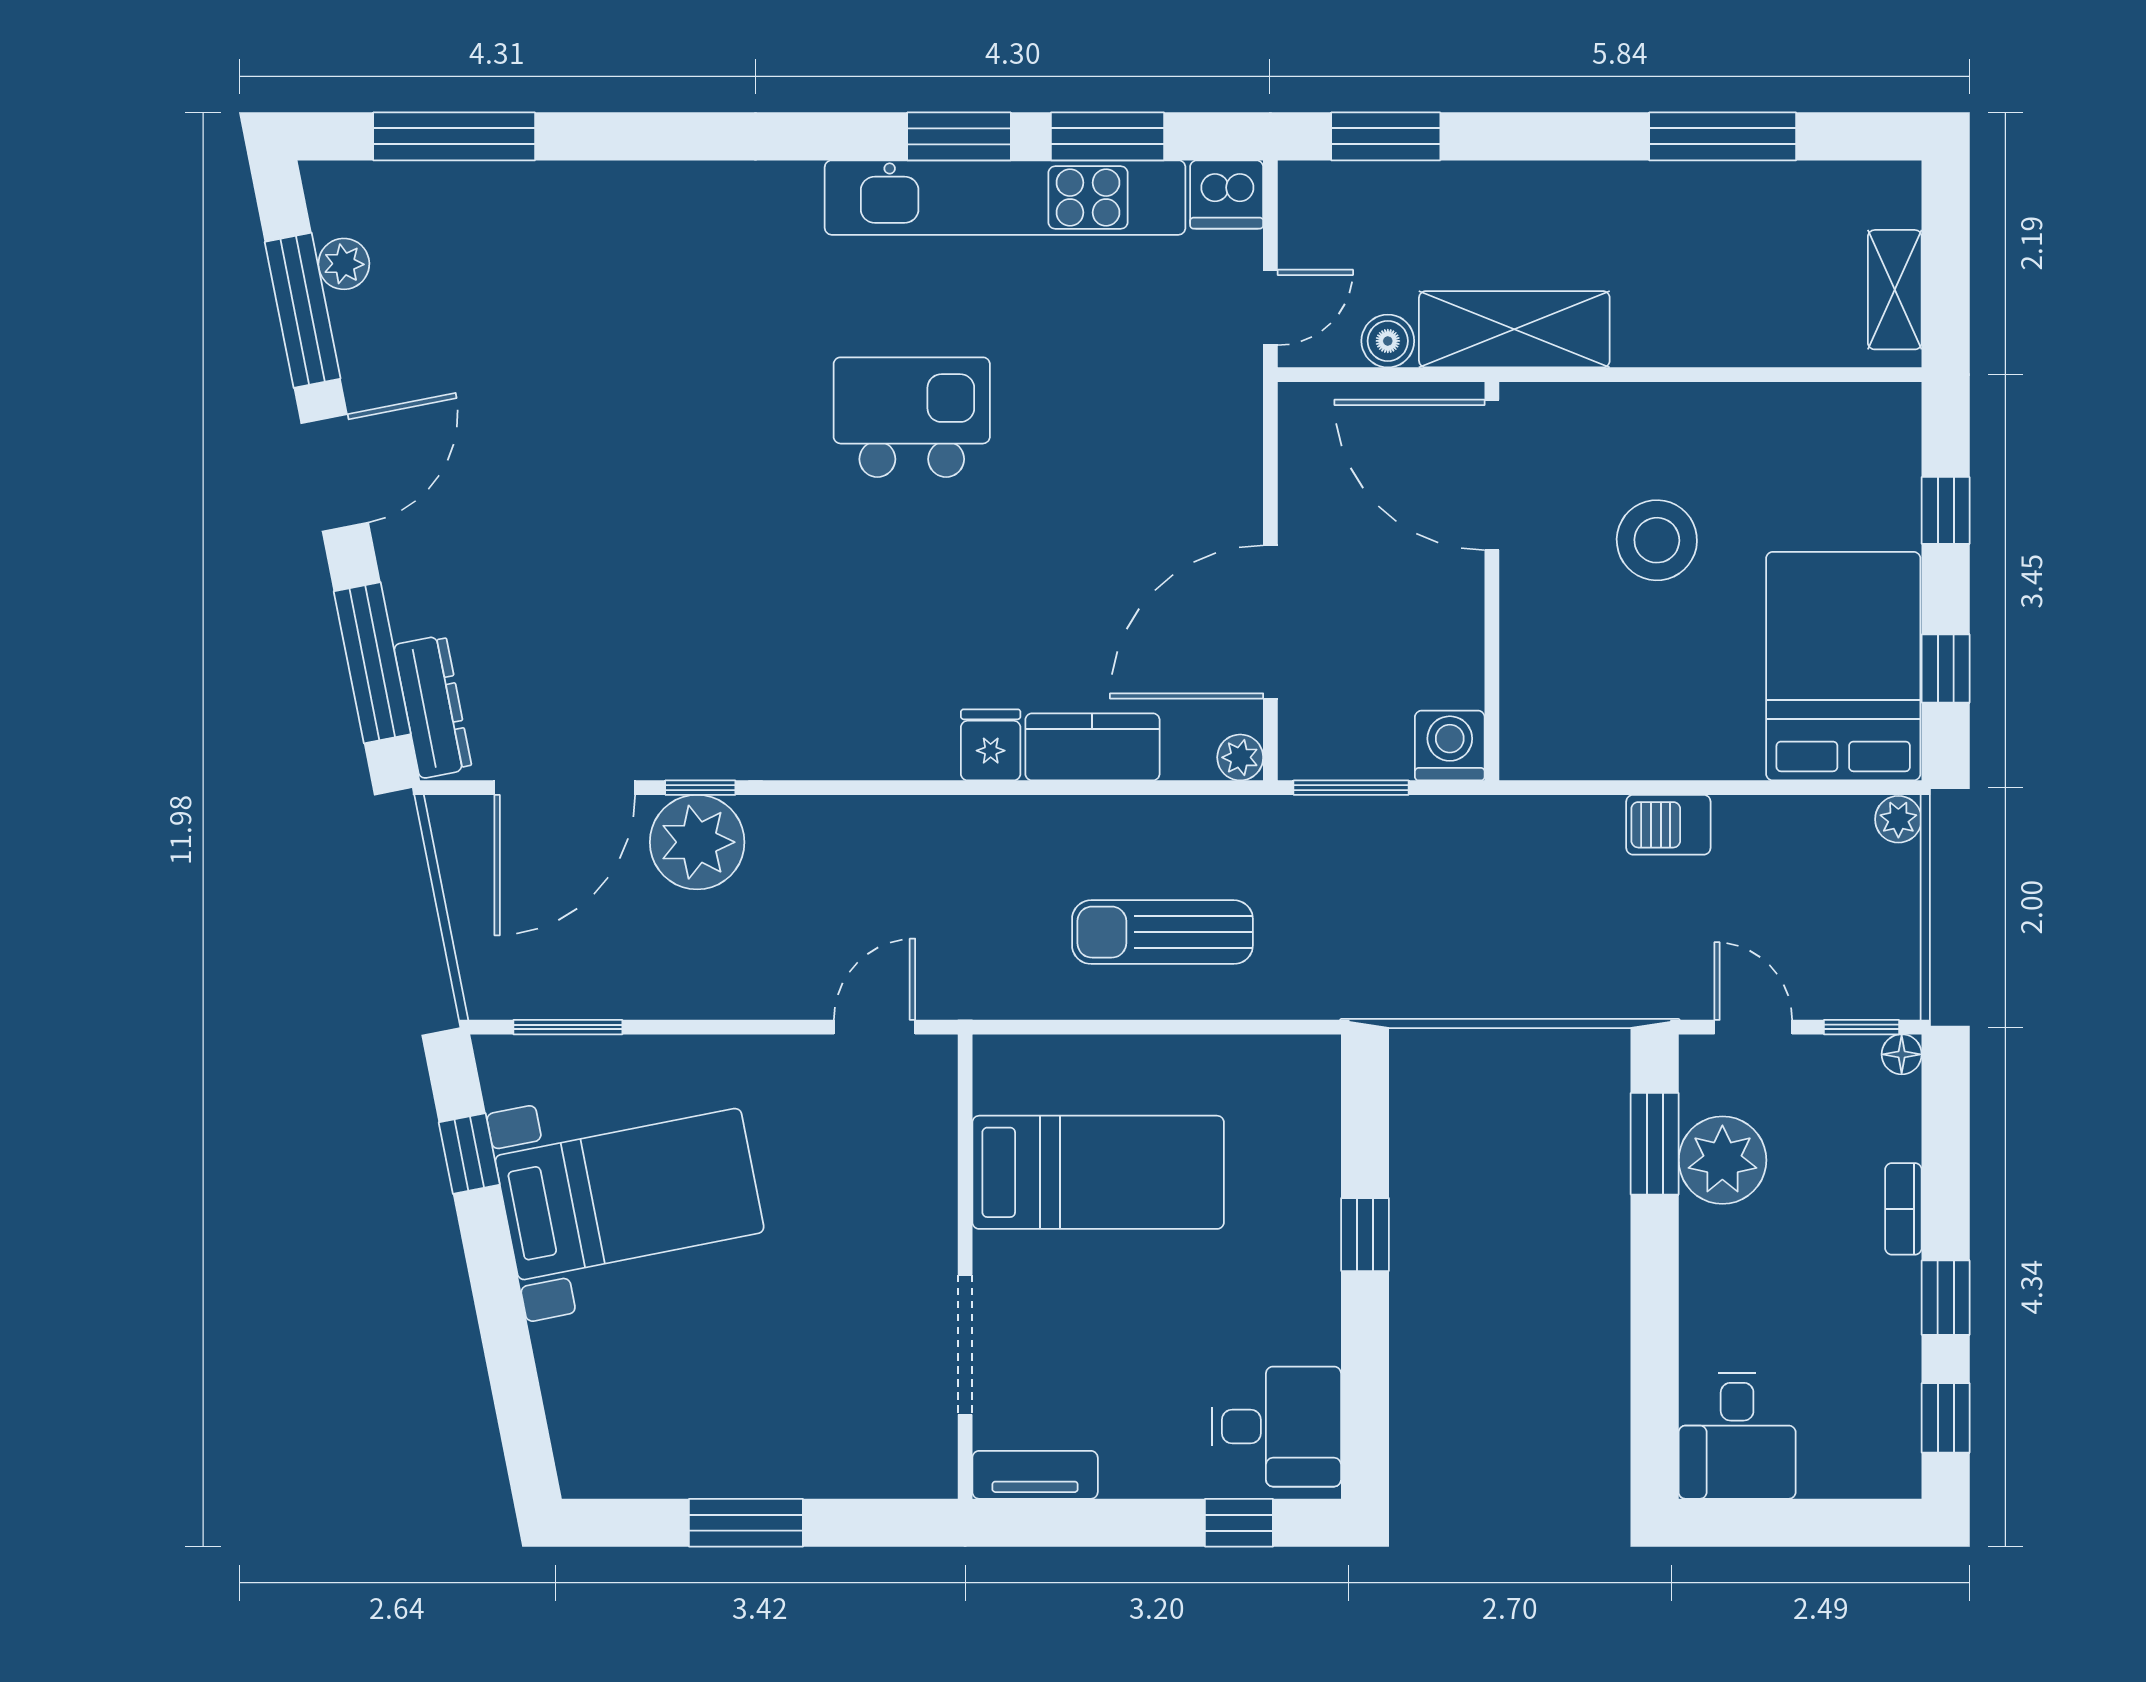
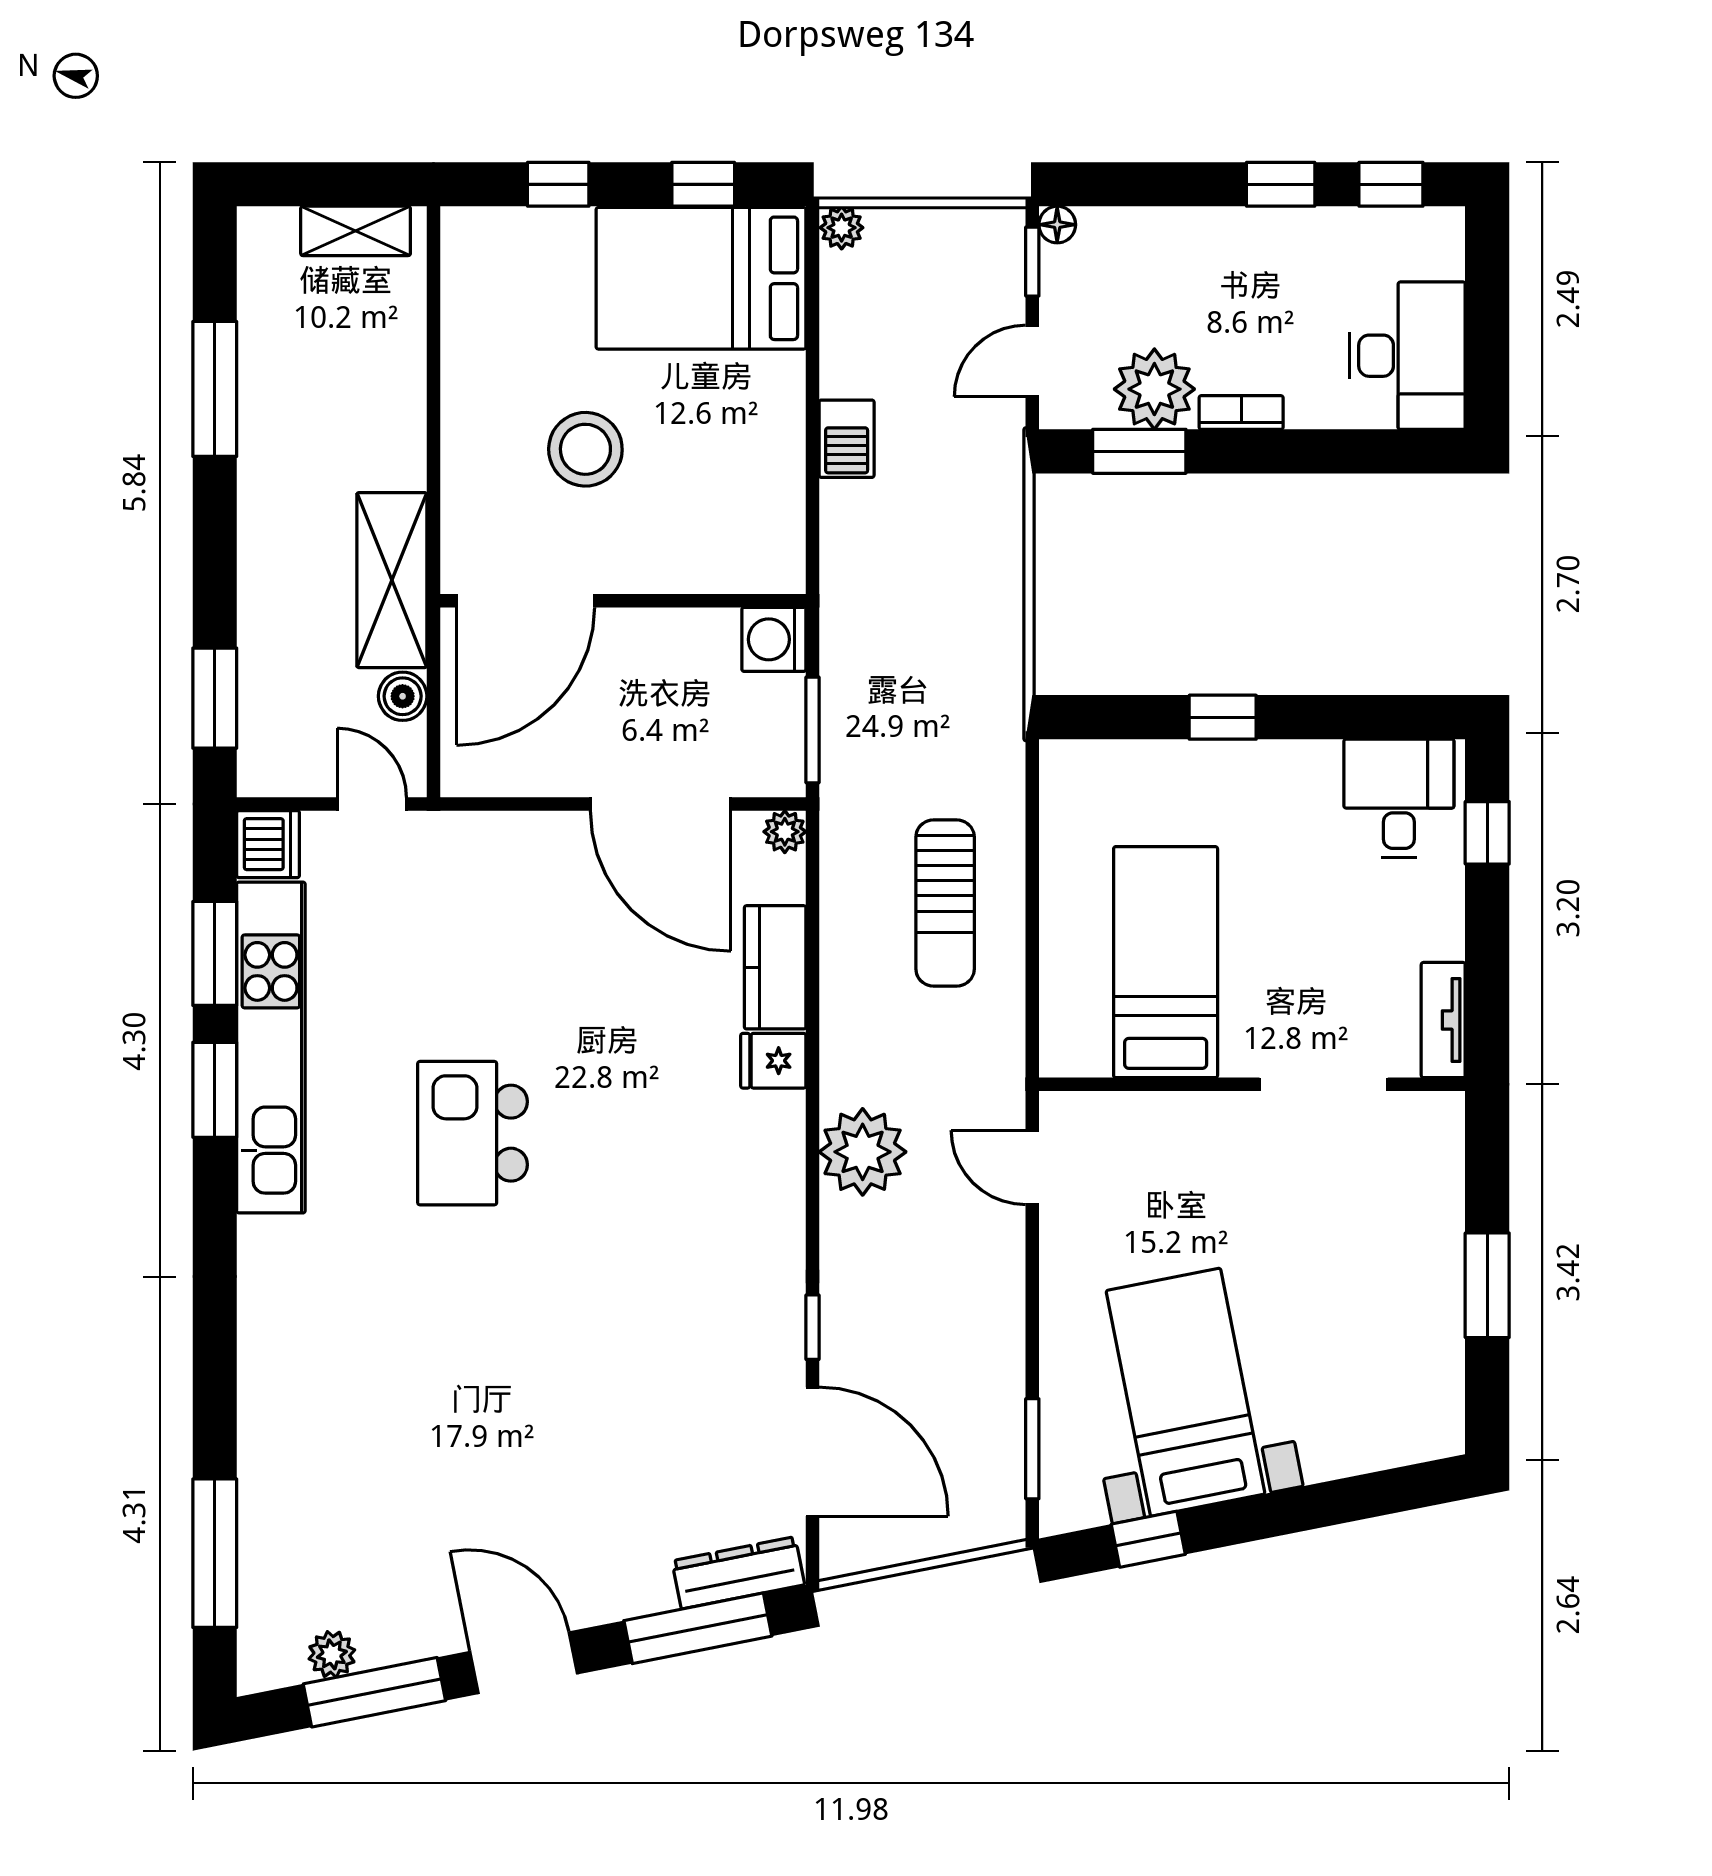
plant: (697, 842) -> (863, 1152), moved
bookcase: (1903, 1209) -> (1241, 412), moved, turned 180
desk: (1737, 1436) -> (1407, 356), width x1.37

